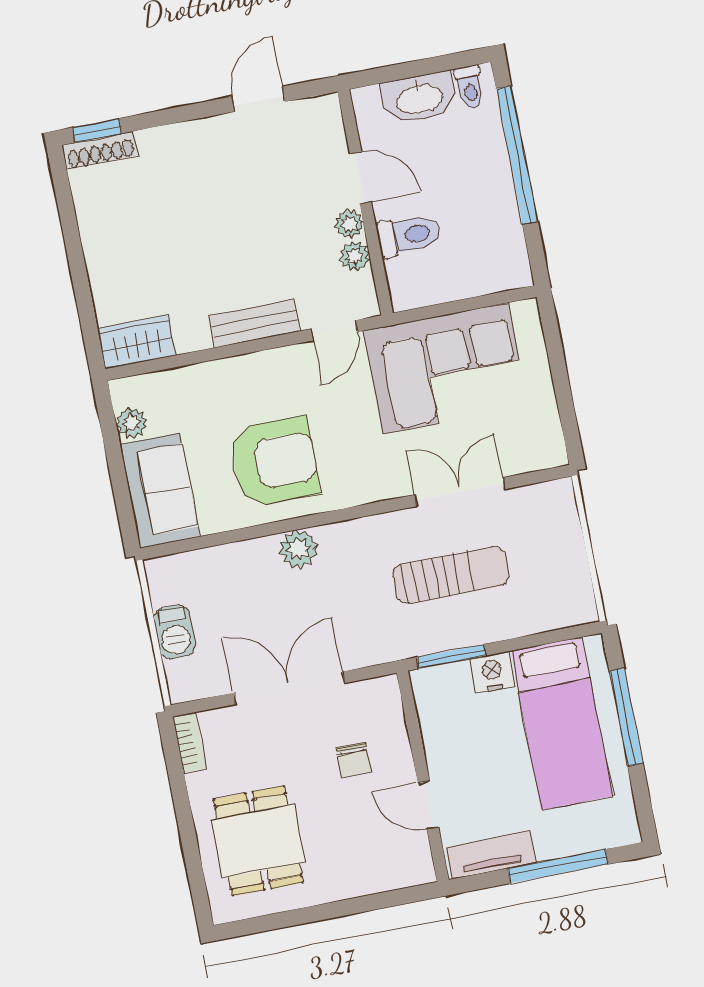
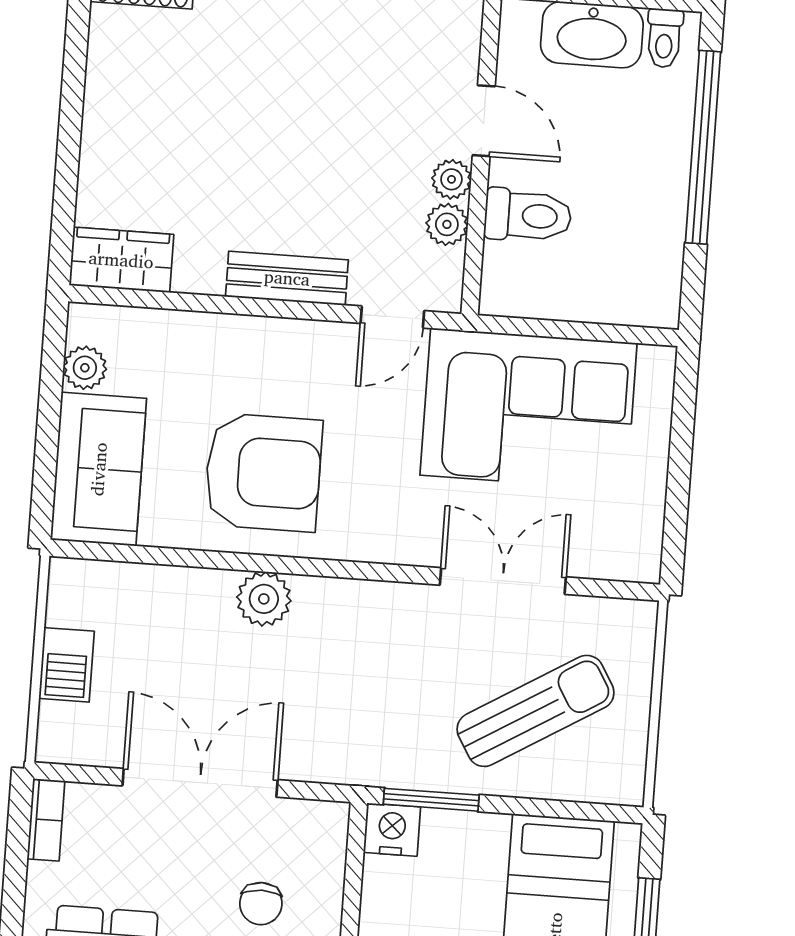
sun lounger: (451, 575) -> (536, 711), moved, turned -31
nightstand: (492, 672) -> (392, 830), moved

